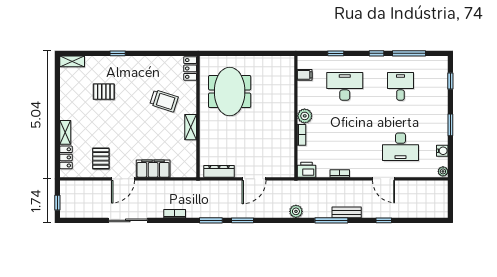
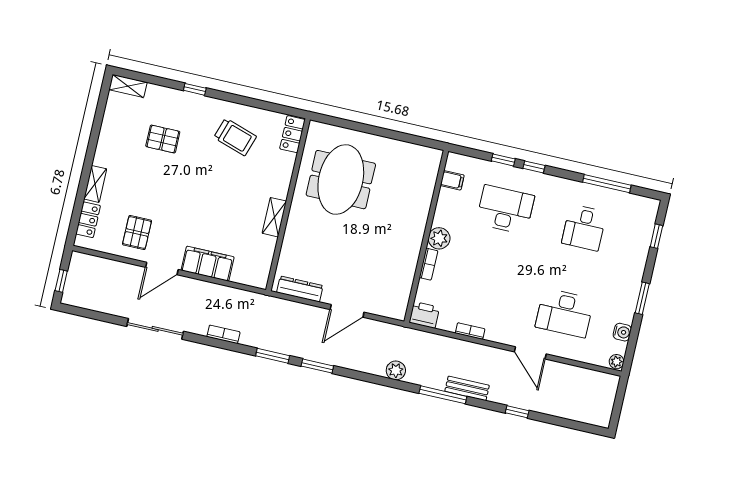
window: (377, 53) -> (534, 167), moved
desk: (400, 86) -> (584, 228), turned 180
trolley: (164, 101) -> (235, 137), moved

